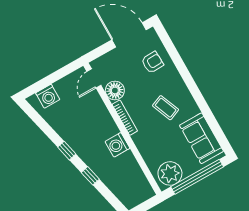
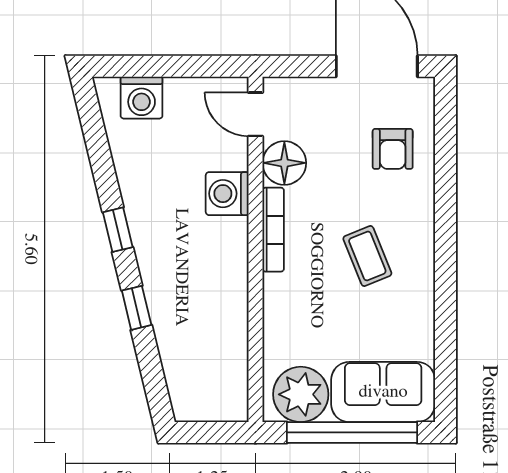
armchair: (152, 62) -> (393, 149), turned 92
door: (94, 78) -> (256, 114), hinge flipped
sofa: (201, 138) -> (383, 392), moved, turned 90
washing machine: (117, 145) -> (227, 194), moved

